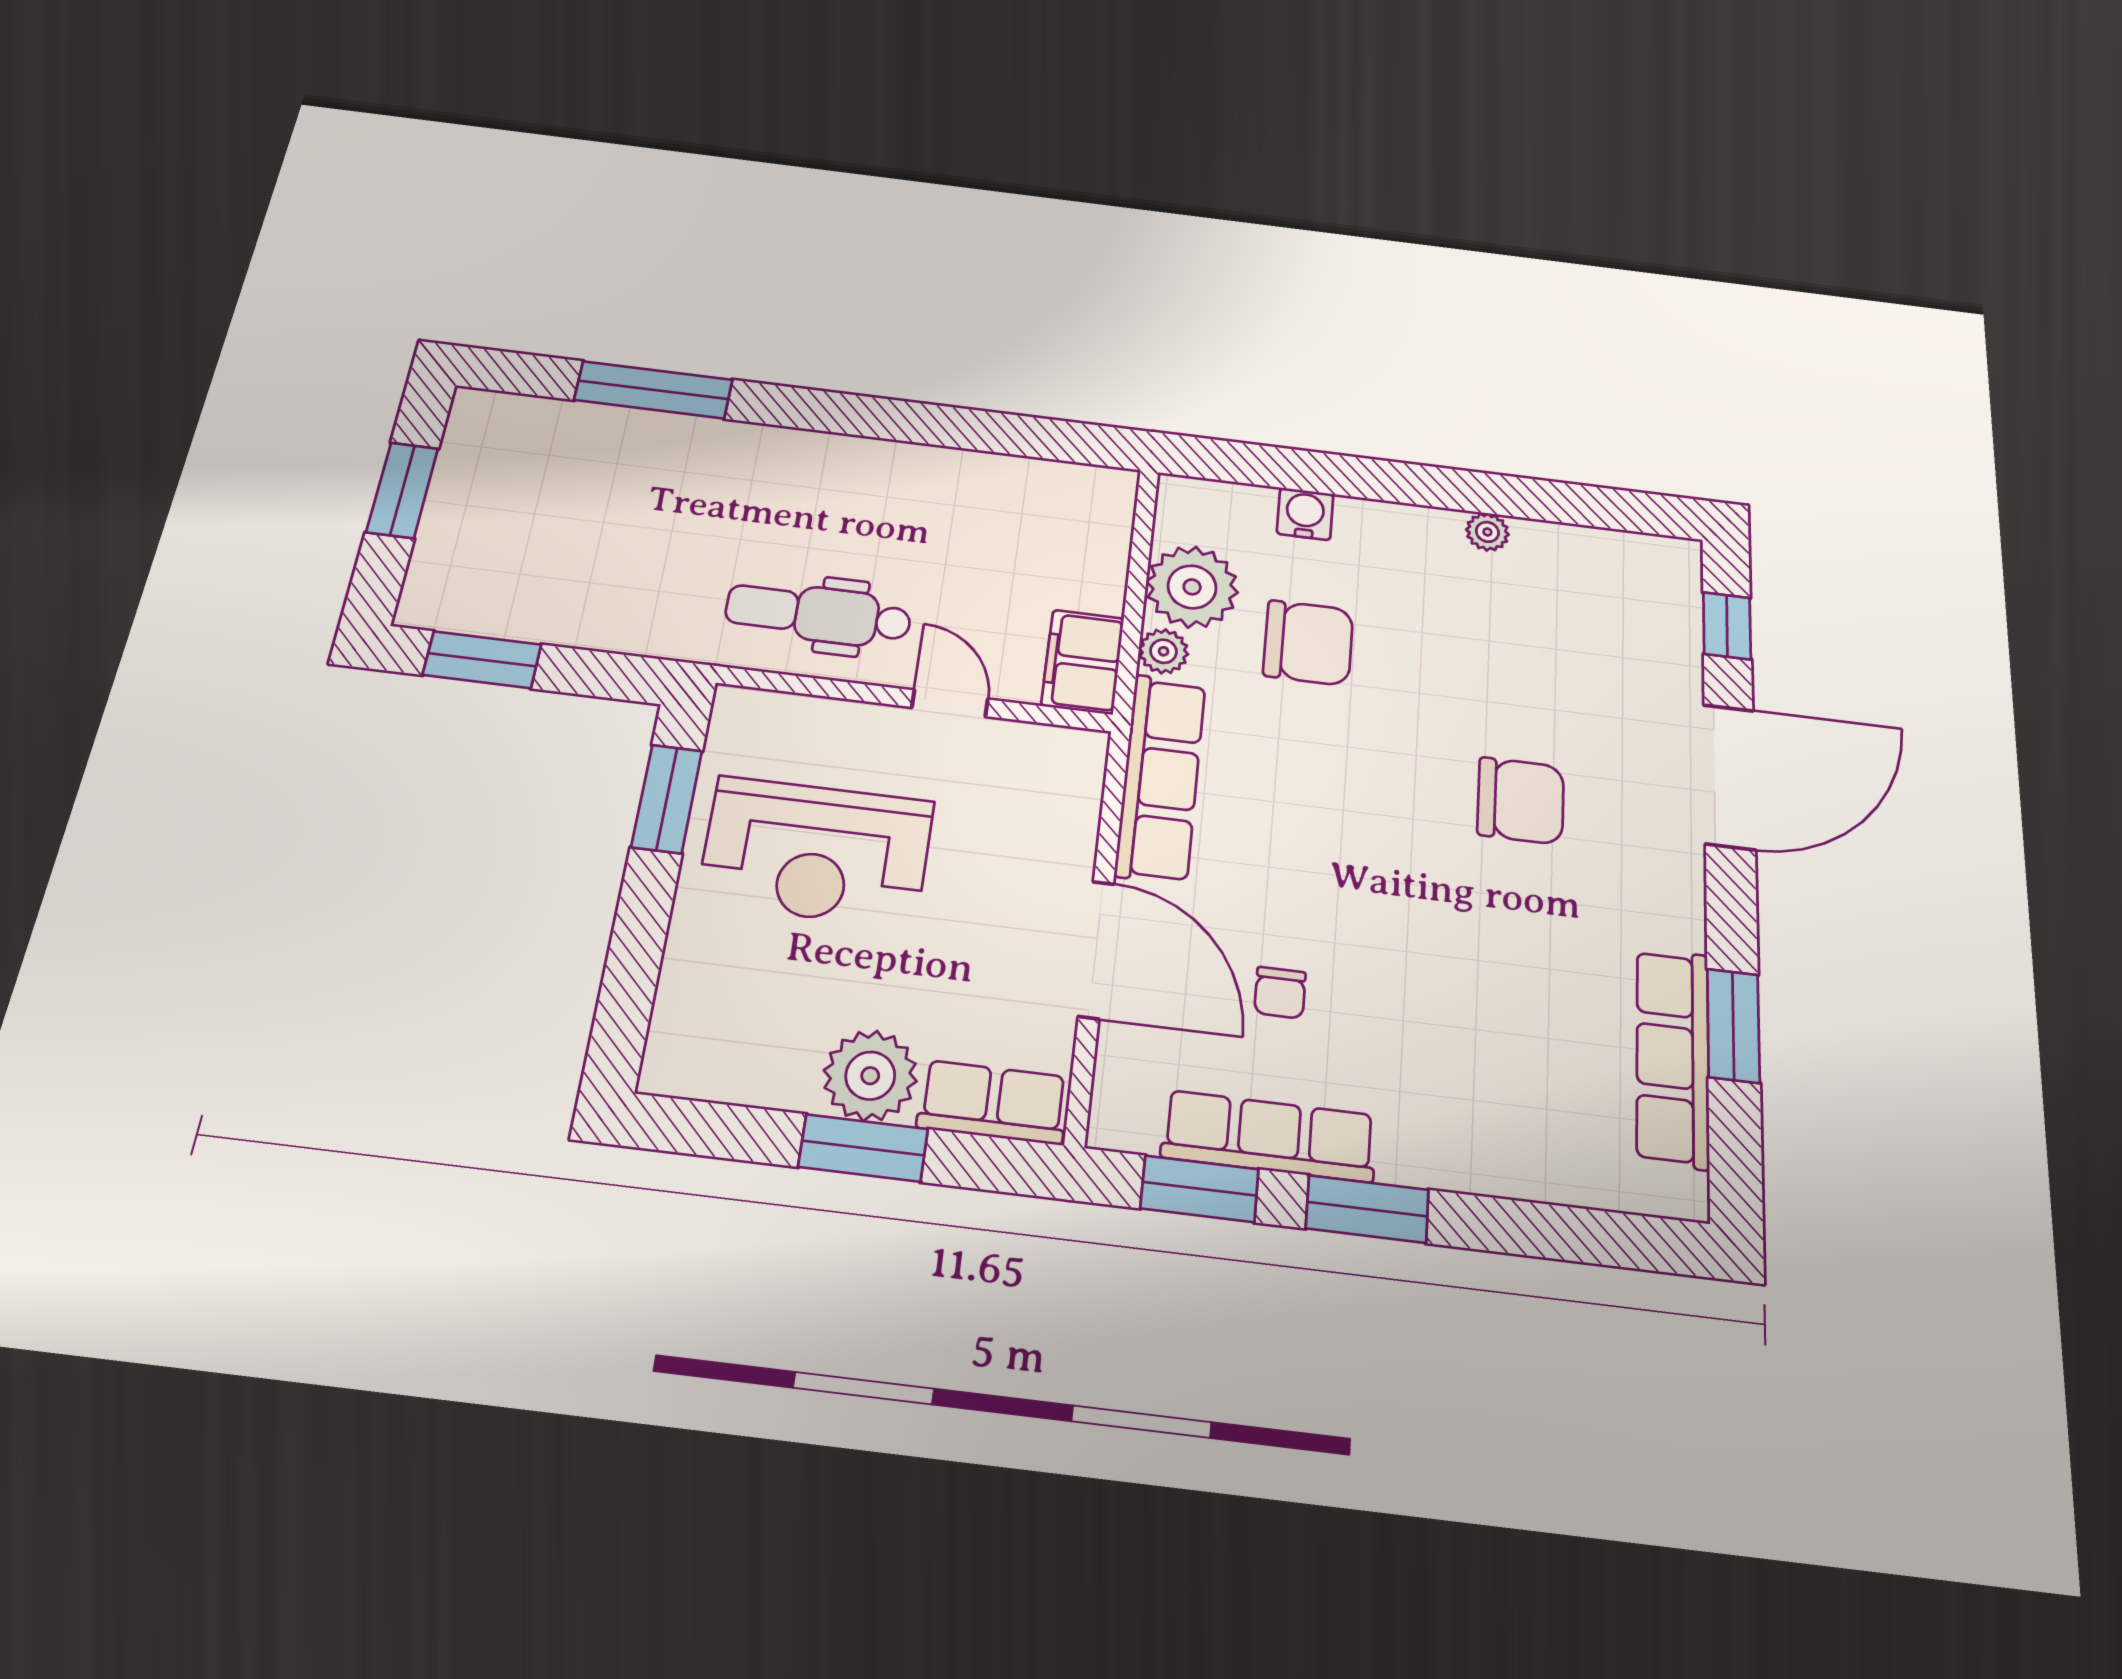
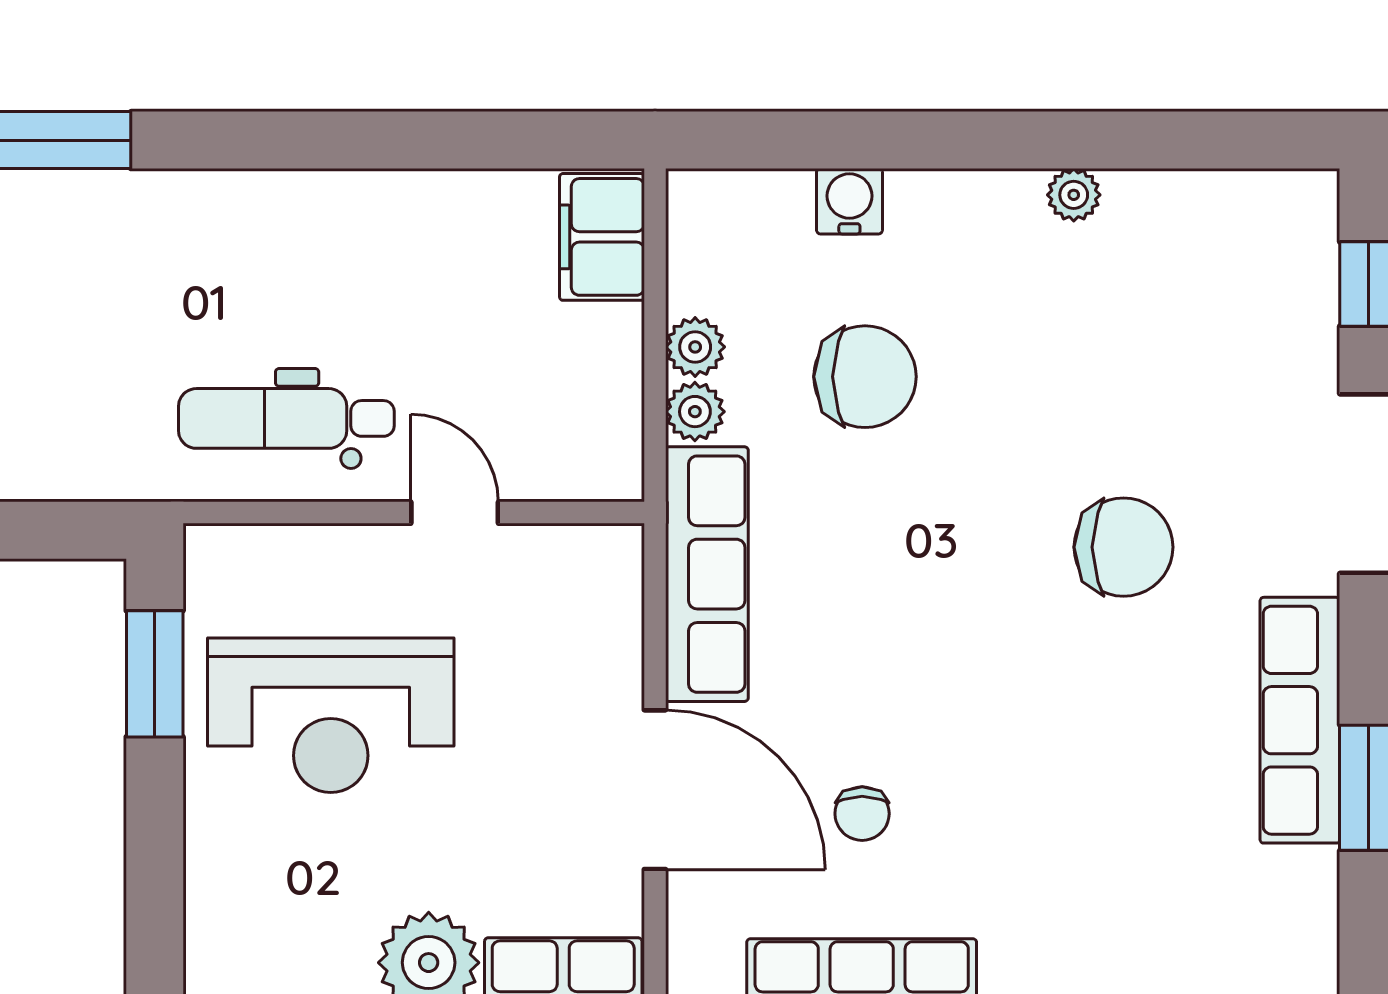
plant: (1192, 587) -> (695, 347), width x0.53, depth x0.53
filing cabinet: (1083, 662) -> (602, 237), moved
row of seats: (1673, 1057) -> (1300, 720), moved

